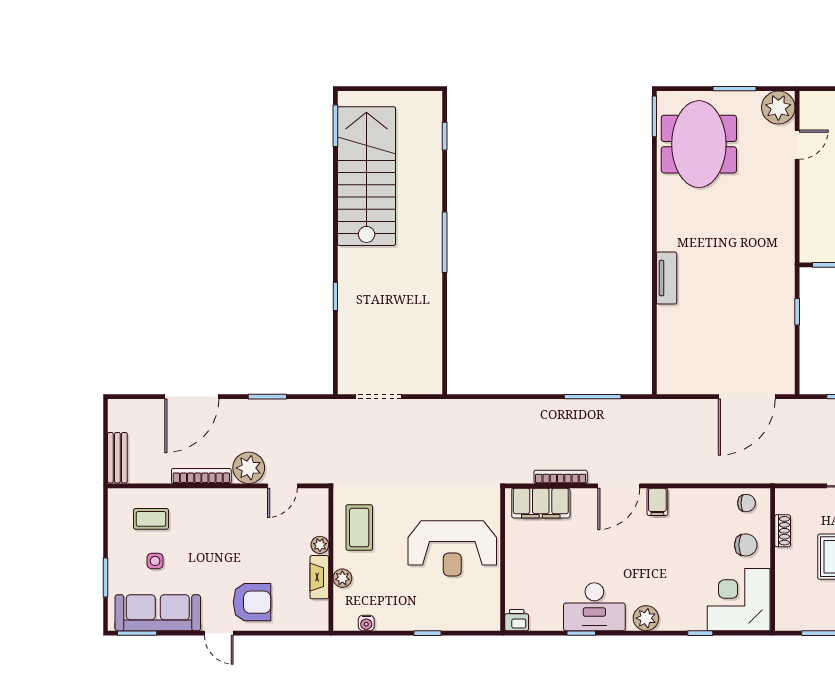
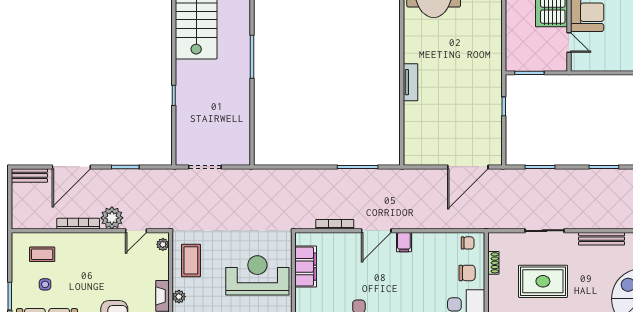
bench: (117, 458) -> (29, 175), moved, turned 90
filing cabinet: (541, 503) -> (306, 267), moved, turned -90
plant: (320, 545) -> (163, 244), moved
reception desk: (452, 548) -> (257, 275), turned 180

